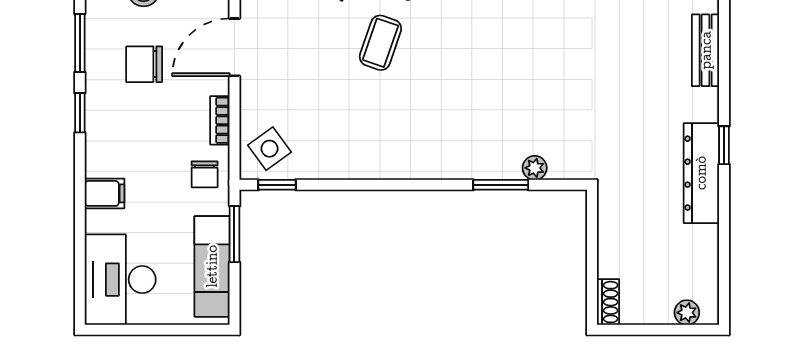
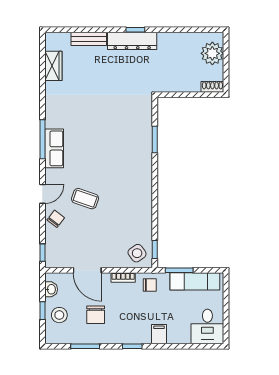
window: (80, 113) -> (132, 346), moved
plant: (535, 168) -> (147, 123), removed
dresser: (701, 173) -> (132, 41), moved
desk: (120, 280) -> (207, 327), width x0.73
plant: (687, 313) -> (212, 53), width x1.88, depth x1.88

